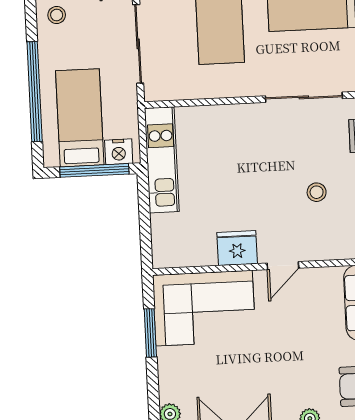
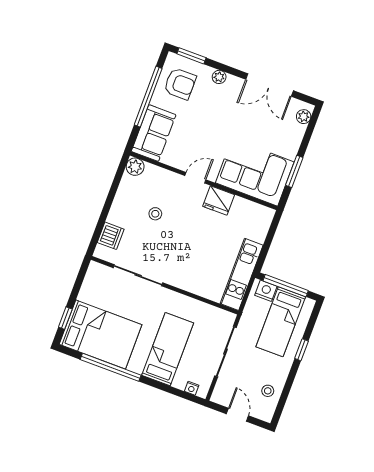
window: (35, 92) -> (301, 350), width x0.32

